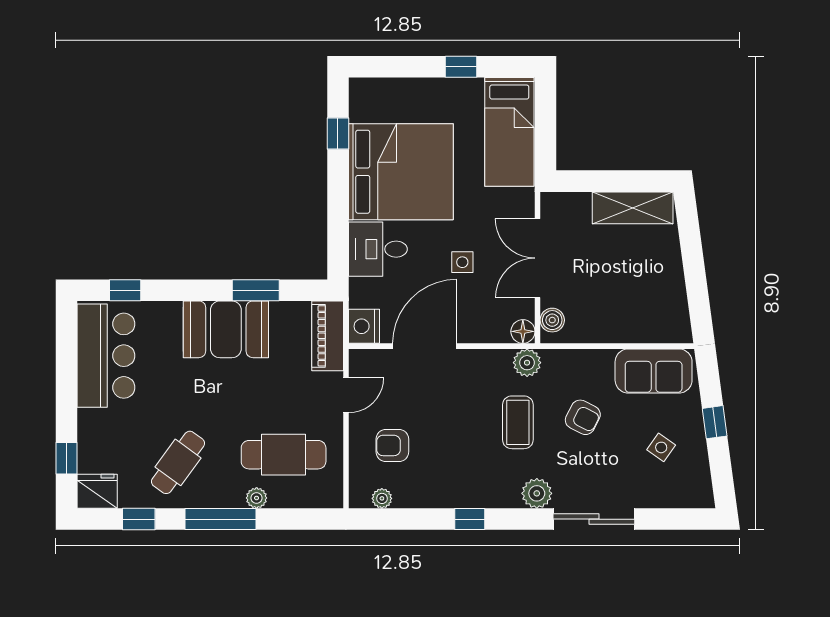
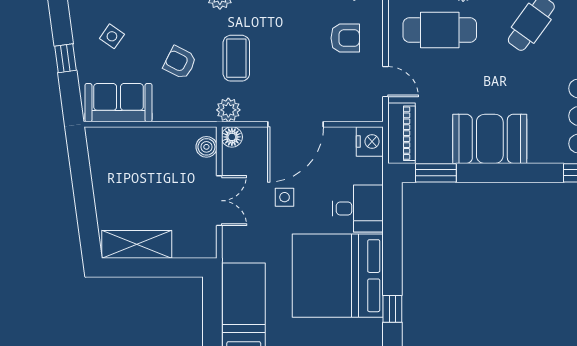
double door: (538, 258) -> (219, 201), width x0.73
window: (256, 290) -> (436, 173), moved
door: (425, 346) -> (296, 124), moved
door: (346, 395) -> (386, 82), swing flipped

